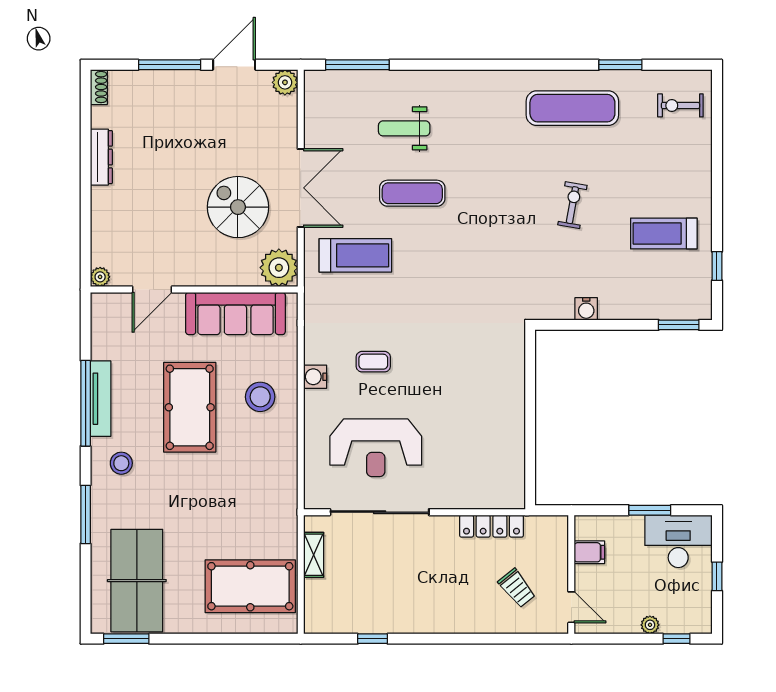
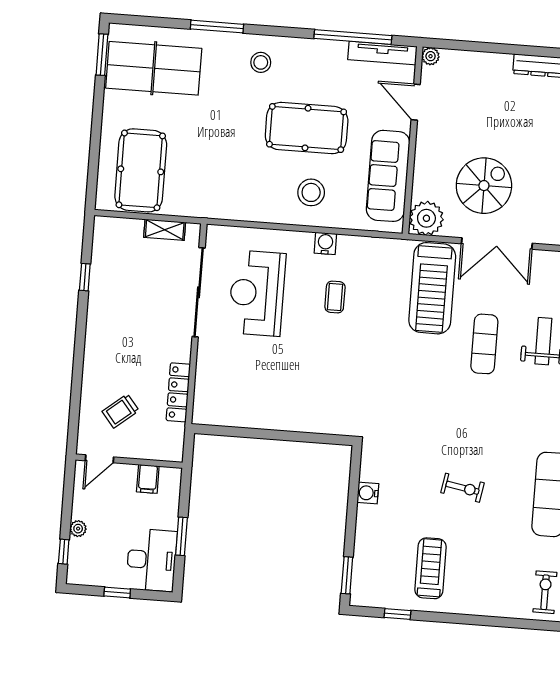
treadmill: (355, 255) -> (432, 288), width x1.37, depth x1.38
tv unit: (101, 399) -> (382, 53), moved
window: (86, 403) -> (353, 37), moved

